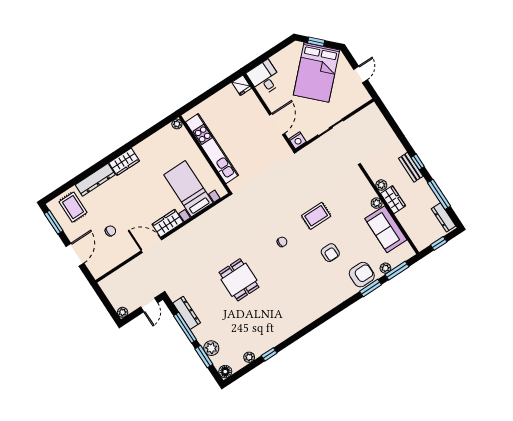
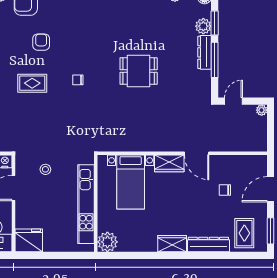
fridge: (242, 85) -> (29, 240), width x1.88, depth x1.34
plant: (177, 124) -> (107, 242), width x1.87, depth x1.87
stool: (262, 155) -> (45, 169), added
dining table: (239, 280) -> (139, 71), turned 90
dresser: (187, 313) -> (205, 52), moved

